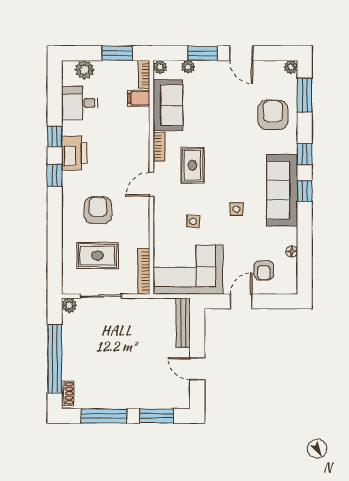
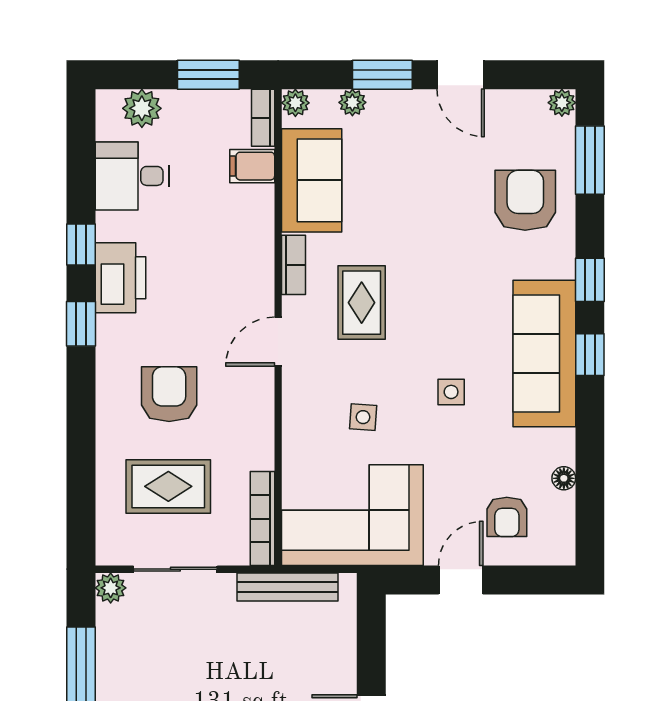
bench: (183, 323) -> (288, 587), moved, turned 90

